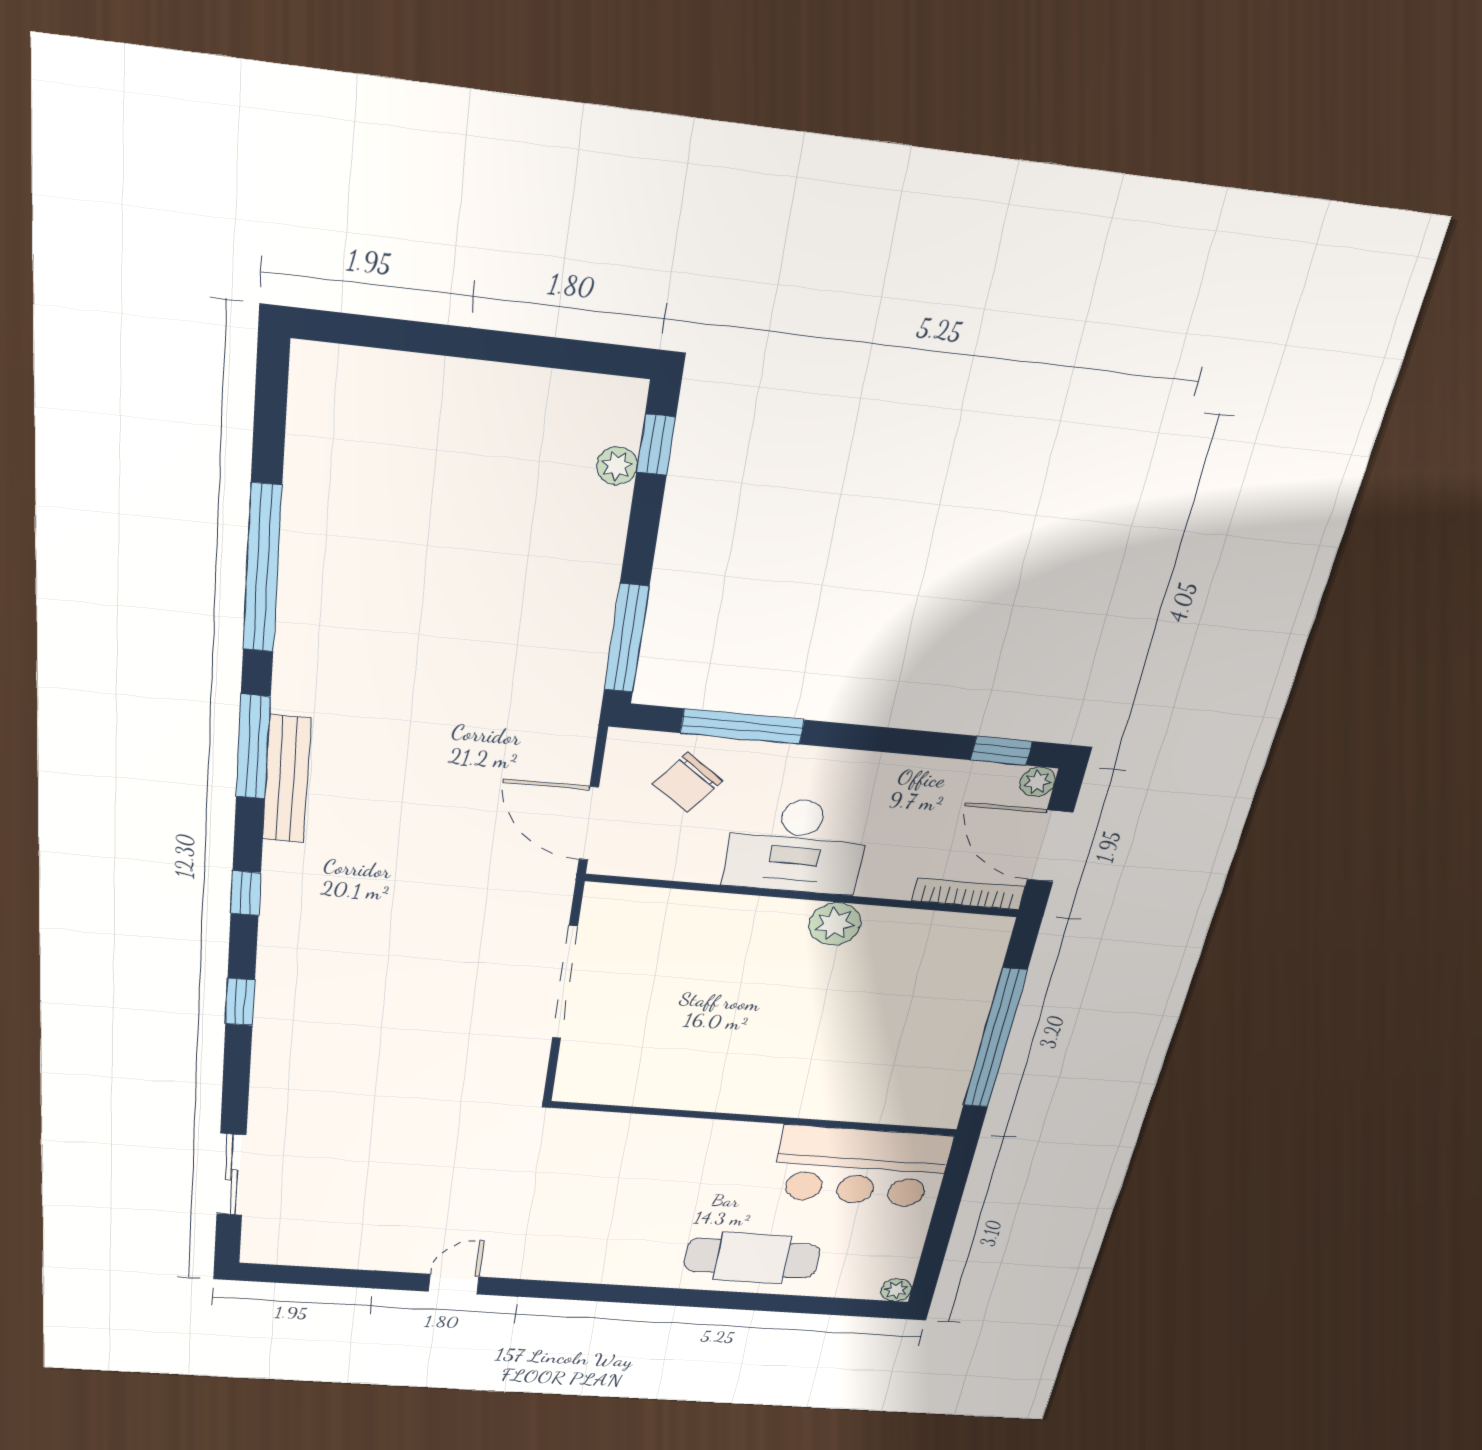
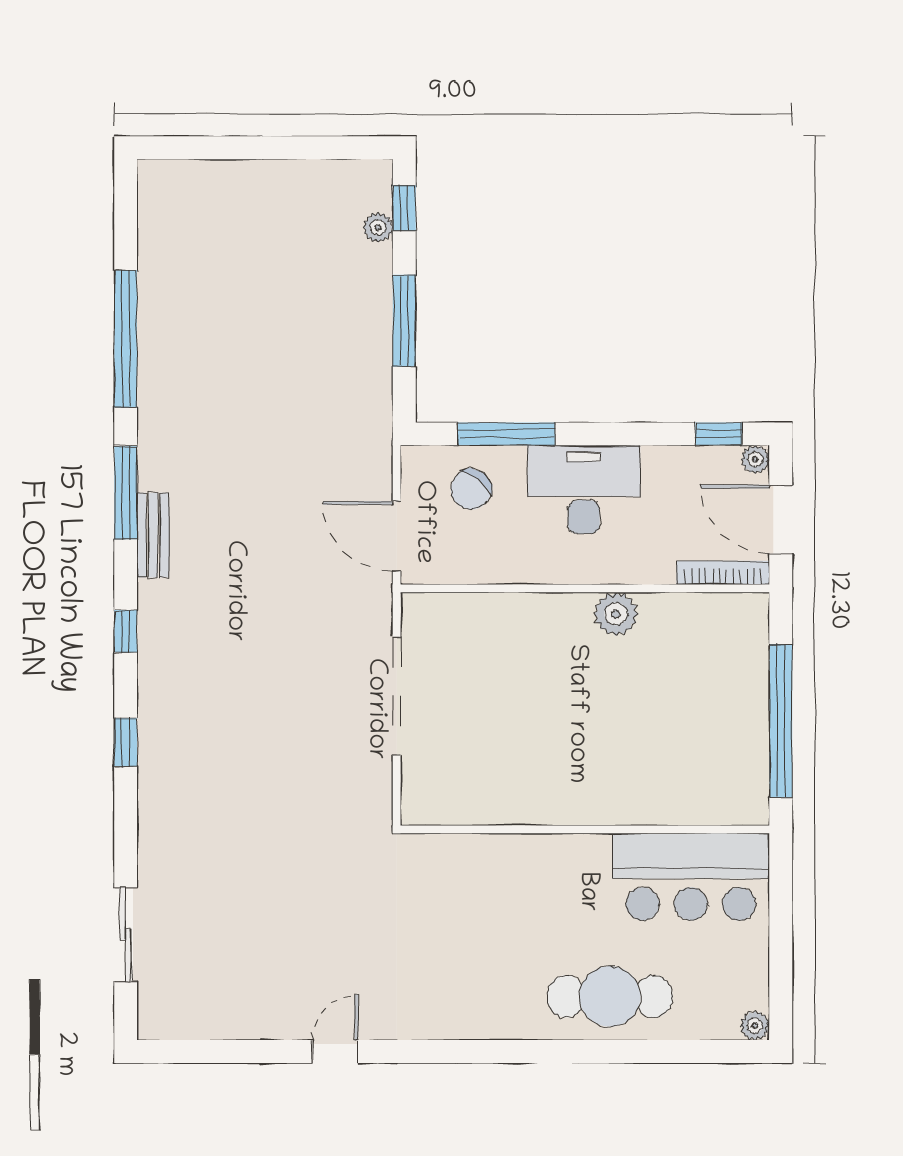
window: (626, 638) -> (404, 321), moved
bench: (287, 780) -> (153, 535), width x0.73
desk: (797, 846) -> (584, 490), moved, turned 180

